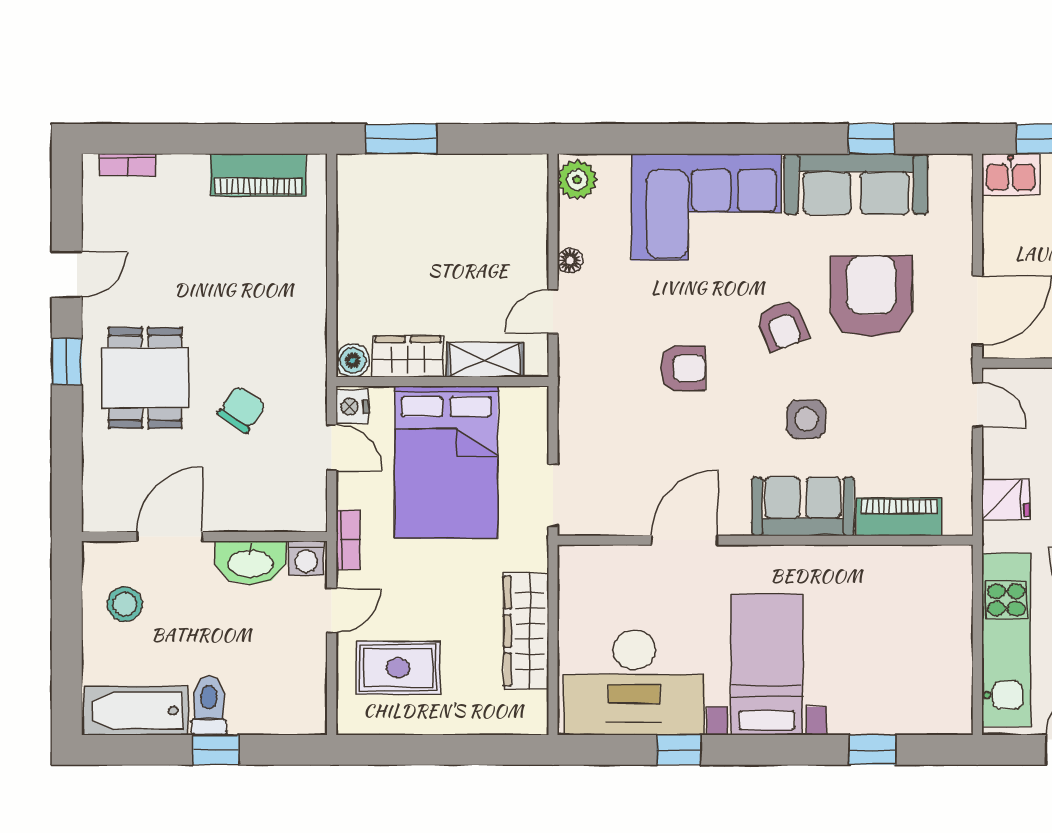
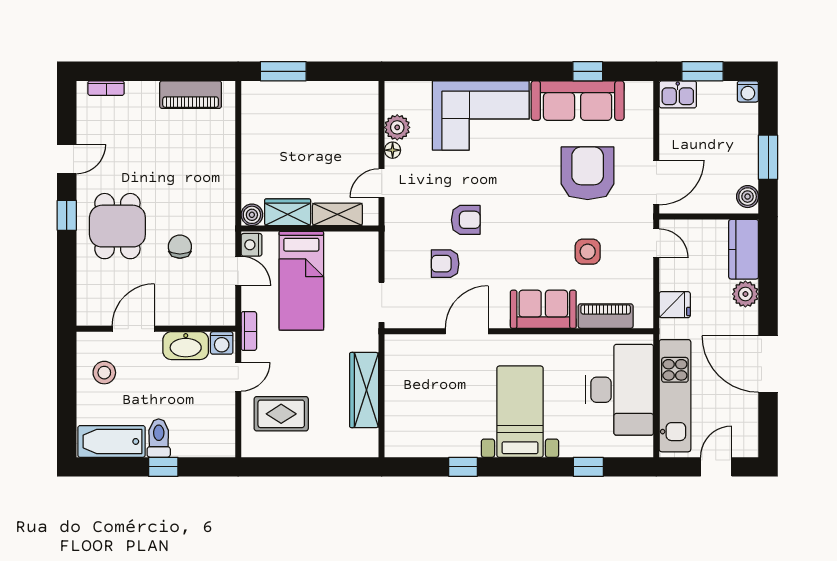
plant: (577, 180) -> (397, 127), moved
armchair: (782, 325) -> (445, 264), moved, turned 112
chair: (242, 410) -> (180, 247), turned -35
side table: (806, 419) -> (588, 252), moved
bed: (446, 462) -> (301, 281), width x0.67
desk: (634, 682) -> (619, 390), moved, turned -90

